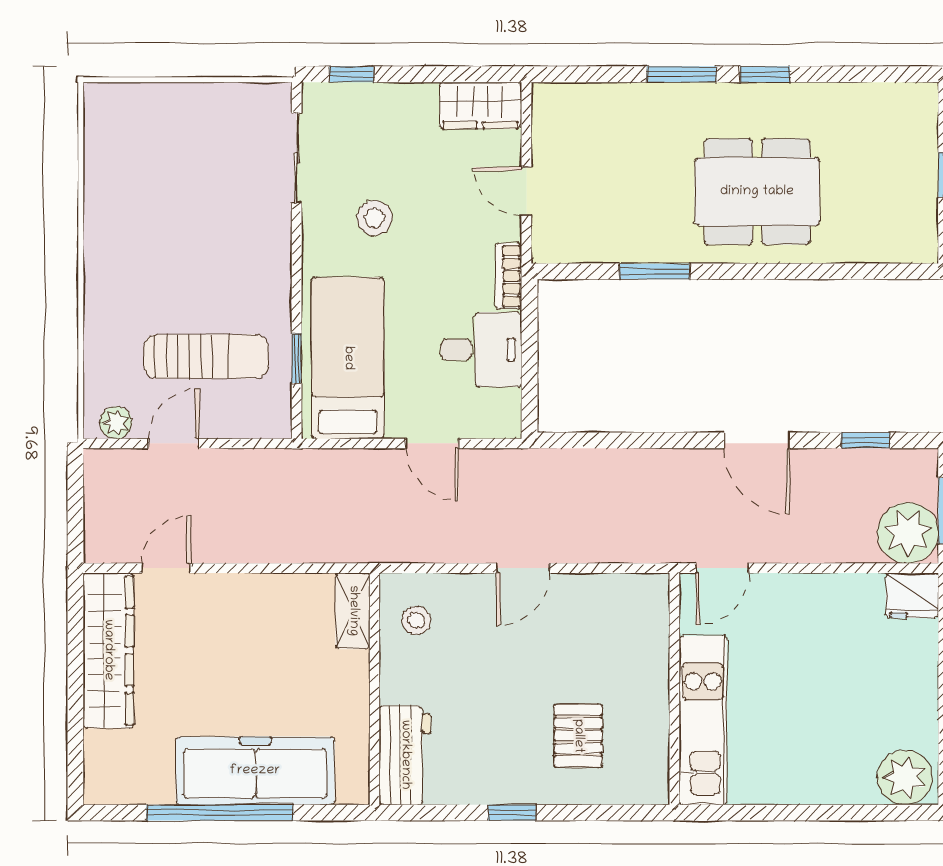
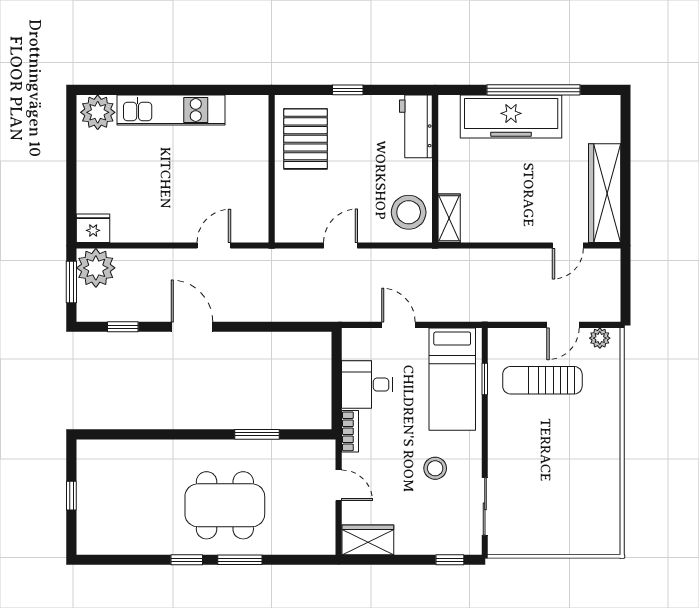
dining table: (757, 192) -> (225, 505), moved
stool: (416, 620) -> (409, 212), width x1.89, depth x1.89
wall: (674, 689) -> (272, 169), moved
kitchen unit: (703, 720) -> (171, 110), moved, turned -90
pallet: (578, 736) -> (306, 139), width x1.50, depth x1.42

